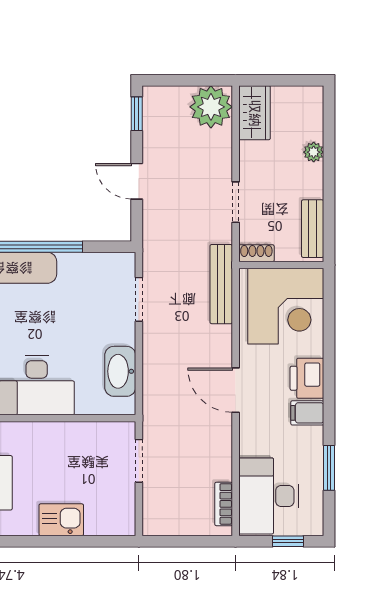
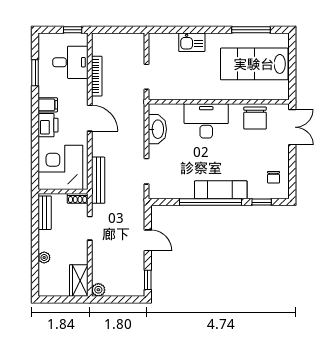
plant: (211, 107) -> (98, 290), width x0.53, depth x0.53
desk: (269, 496) -> (70, 62), width x0.73
bookcase: (224, 504) -> (97, 76), moved, width x1.56
window: (288, 541) -> (73, 30), moved

